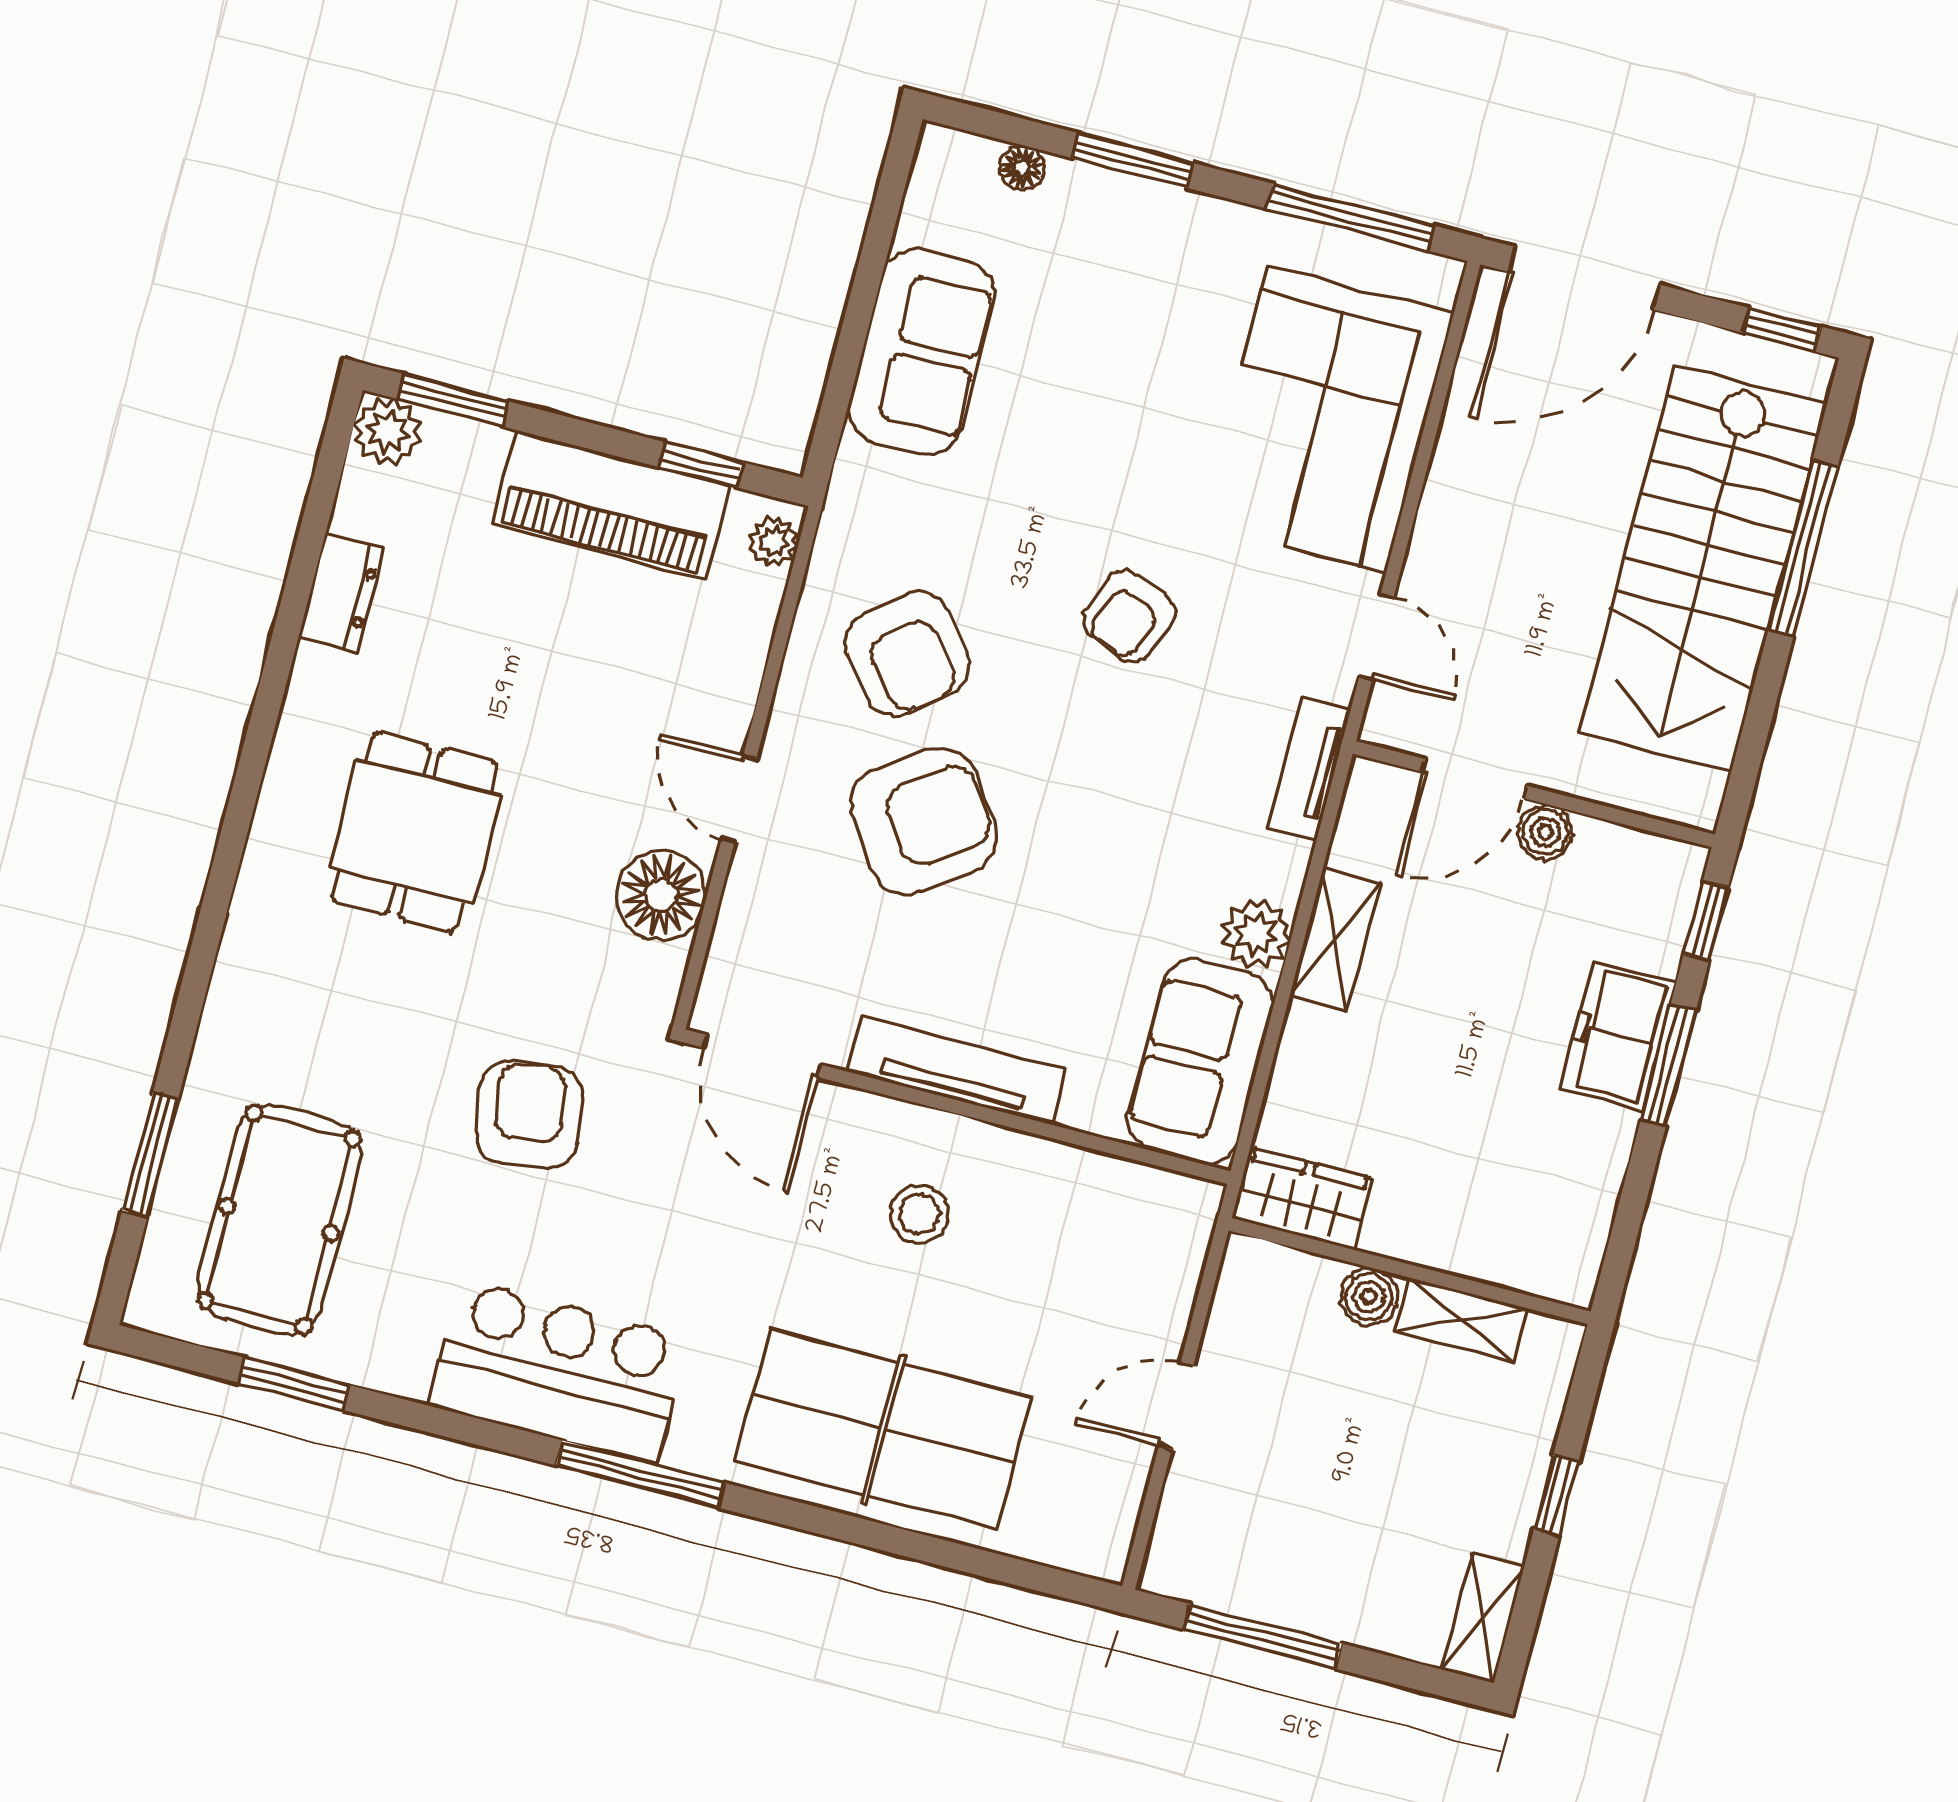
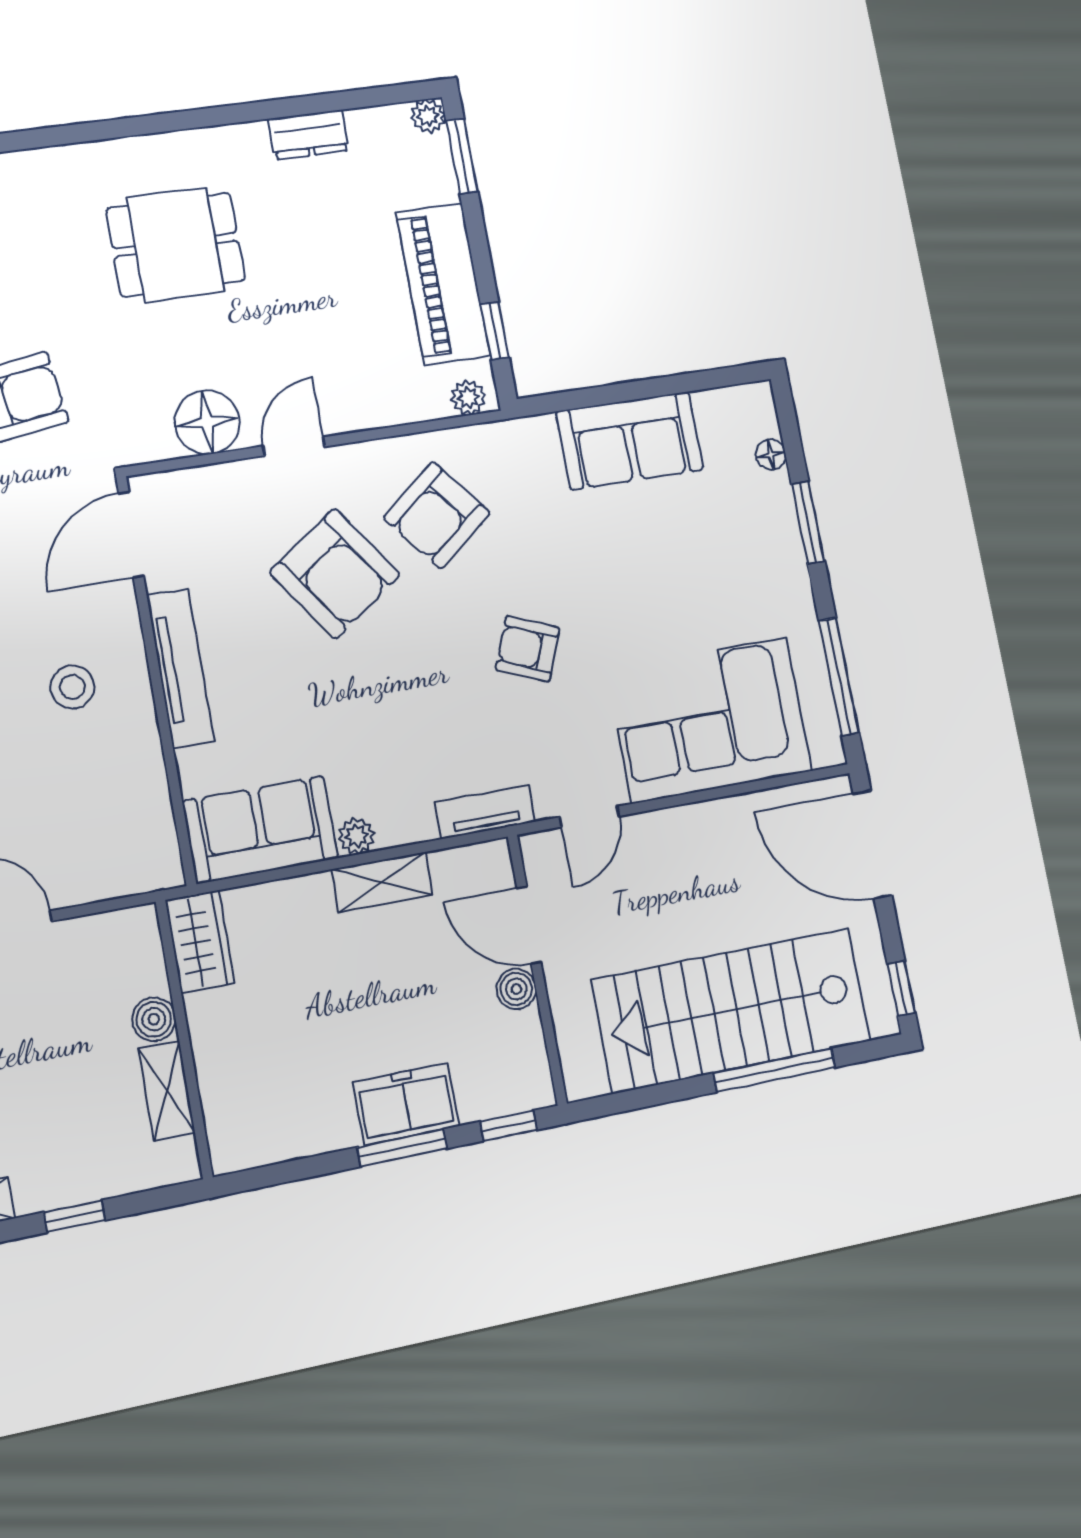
plant: (387, 432) -> (428, 116), width x0.73, depth x0.73
plant: (1257, 934) -> (357, 836), width x0.73, depth x0.73

